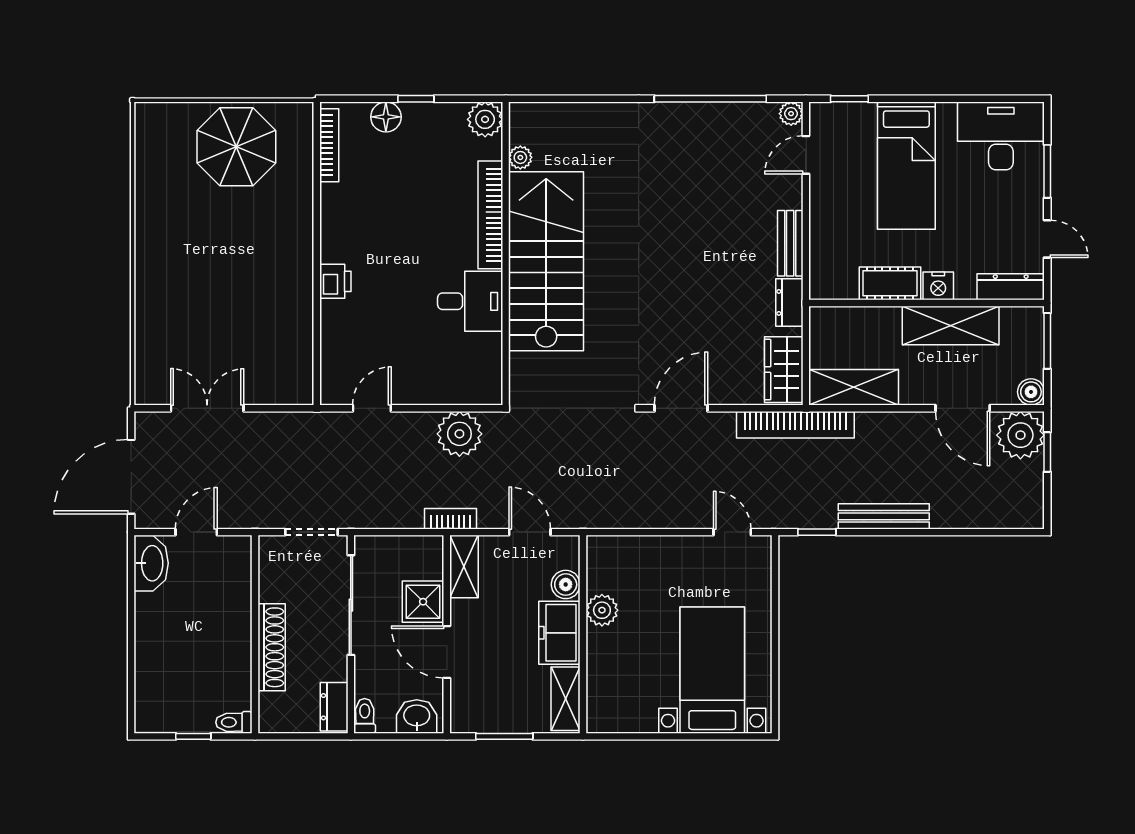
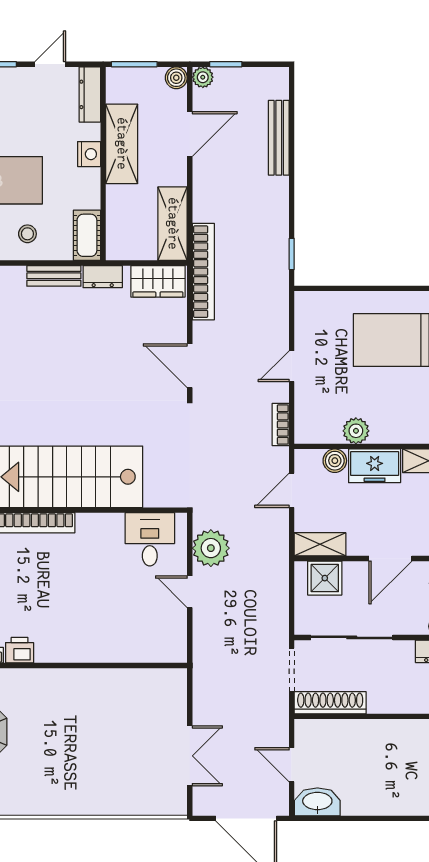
stool: (841, 211) -> (27, 234), added
printer: (335, 281) -> (20, 650), moved
cot: (890, 283) -> (87, 235), moved
desk: (470, 301) -> (150, 539), moved
double door: (207, 408) -> (190, 756), swing flipped
door: (372, 408) -> (190, 592), moved
plant: (1020, 435) -> (203, 77), width x0.53, depth x0.53
bench: (884, 516) -> (279, 138), moved
bookcase: (450, 519) -> (281, 425), moved
door: (732, 532) -> (292, 366), moved
shower: (423, 602) -> (325, 578), moved
shoe rack: (272, 647) -> (330, 703), moved

